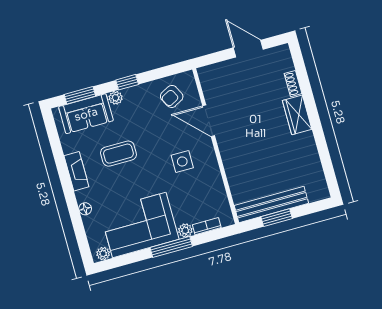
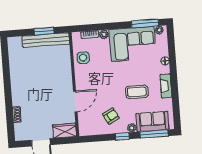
window: (80, 95) -> (154, 134), width x1.44
armchair: (172, 96) -> (111, 116), moved
wardrobe: (297, 115) -> (65, 131), moved, turned -90
door: (209, 121) -> (75, 101), hinge flipped
side table: (182, 161) -> (83, 58), moved
window: (171, 247) -> (145, 24), moved

